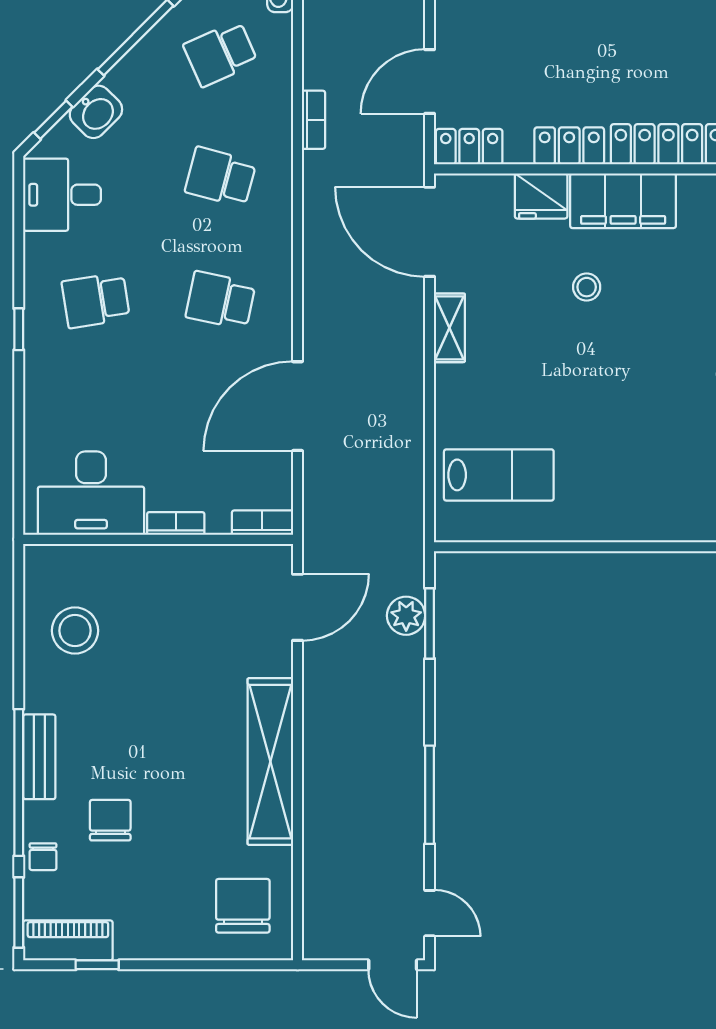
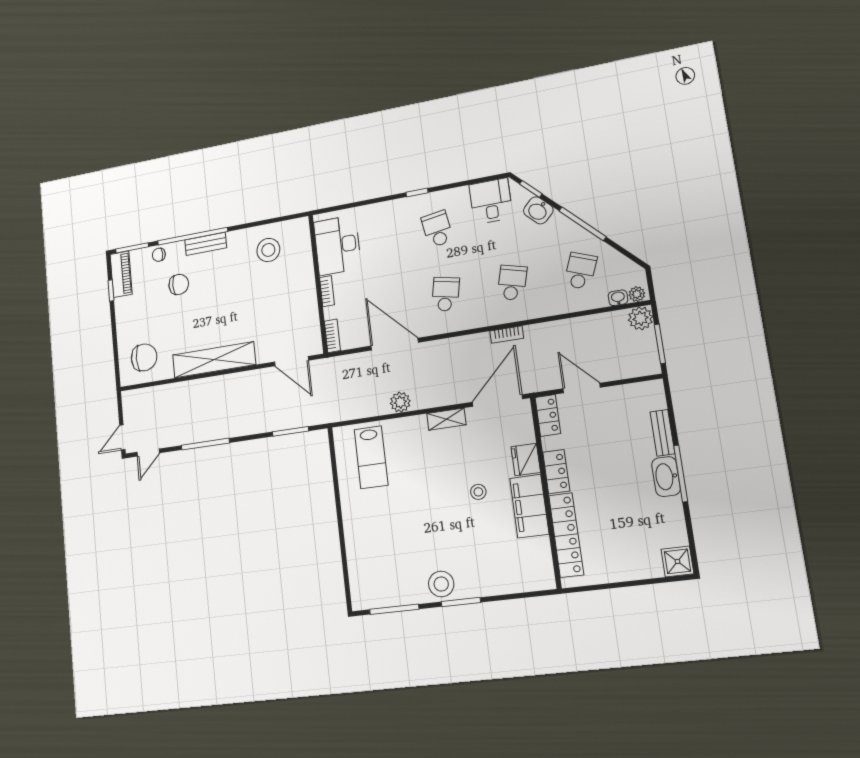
school desk: (221, 54) -> (580, 271), turned 45
bookcase: (314, 120) -> (507, 335), moved
plant: (406, 616) -> (400, 402), moved

